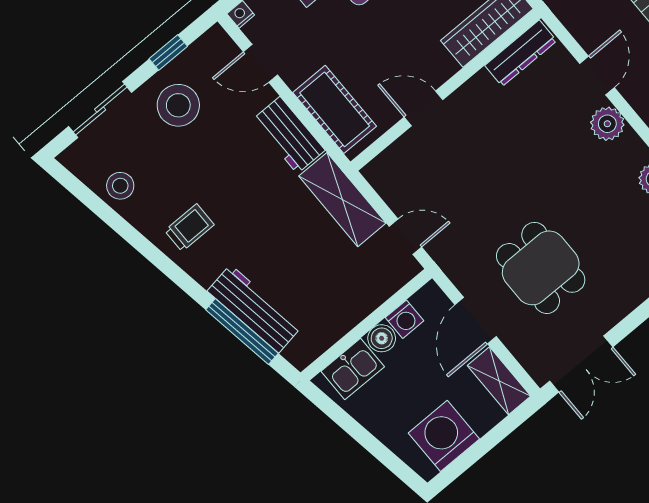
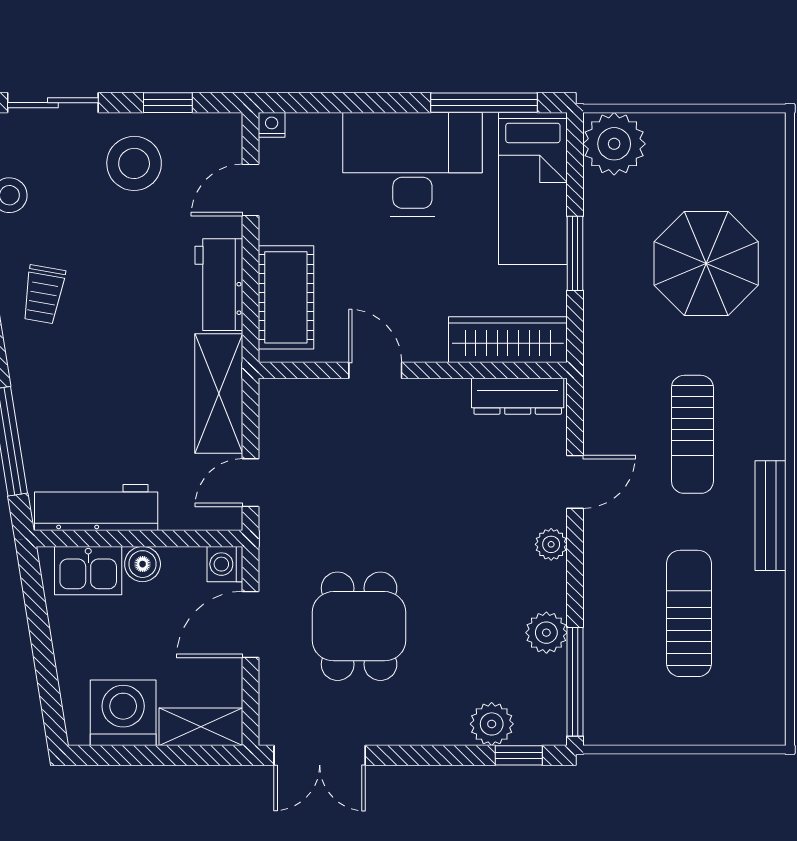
door: (260, 63) -> (251, 190), hinge flipped
plant: (607, 124) -> (551, 544), width x0.73, depth x0.73
trolley: (189, 228) -> (43, 294), turned 100
door: (405, 237) -> (251, 483), swing flipped
workbench: (254, 309) -> (96, 508), moved, turned -81
washing machine: (405, 319) -> (225, 564), moved, turned 90
shelving: (499, 381) -> (201, 727), moved, turned 90

